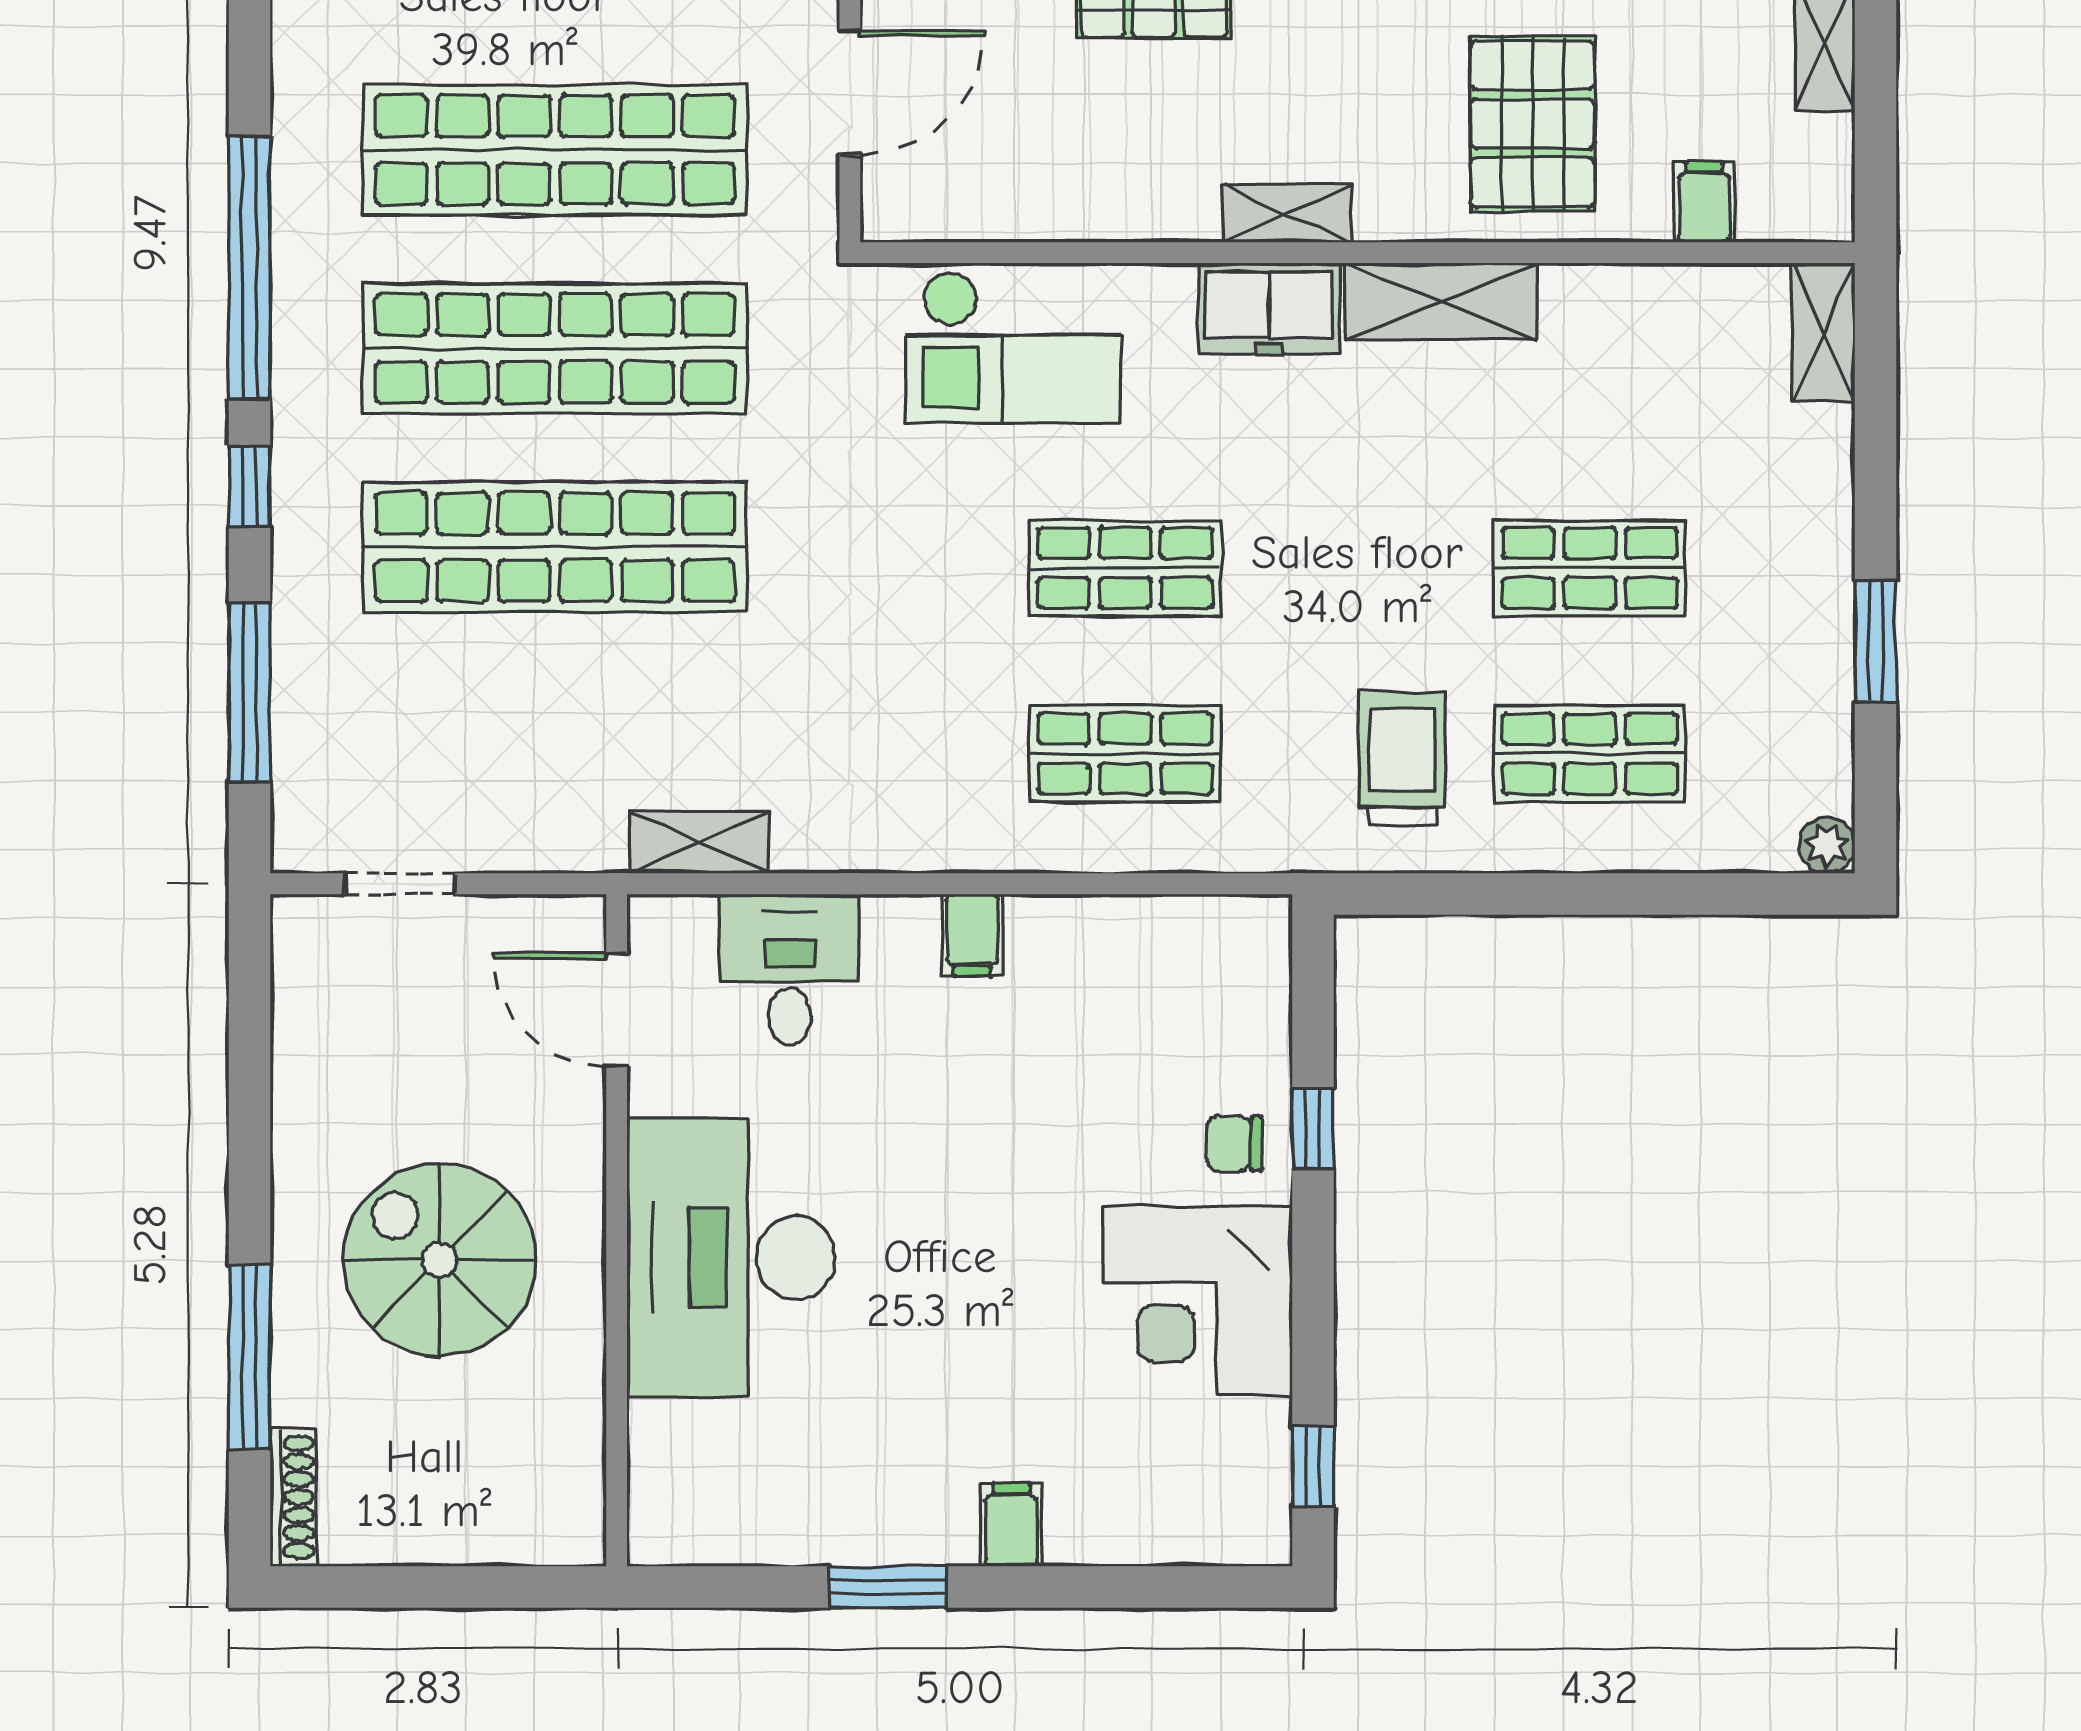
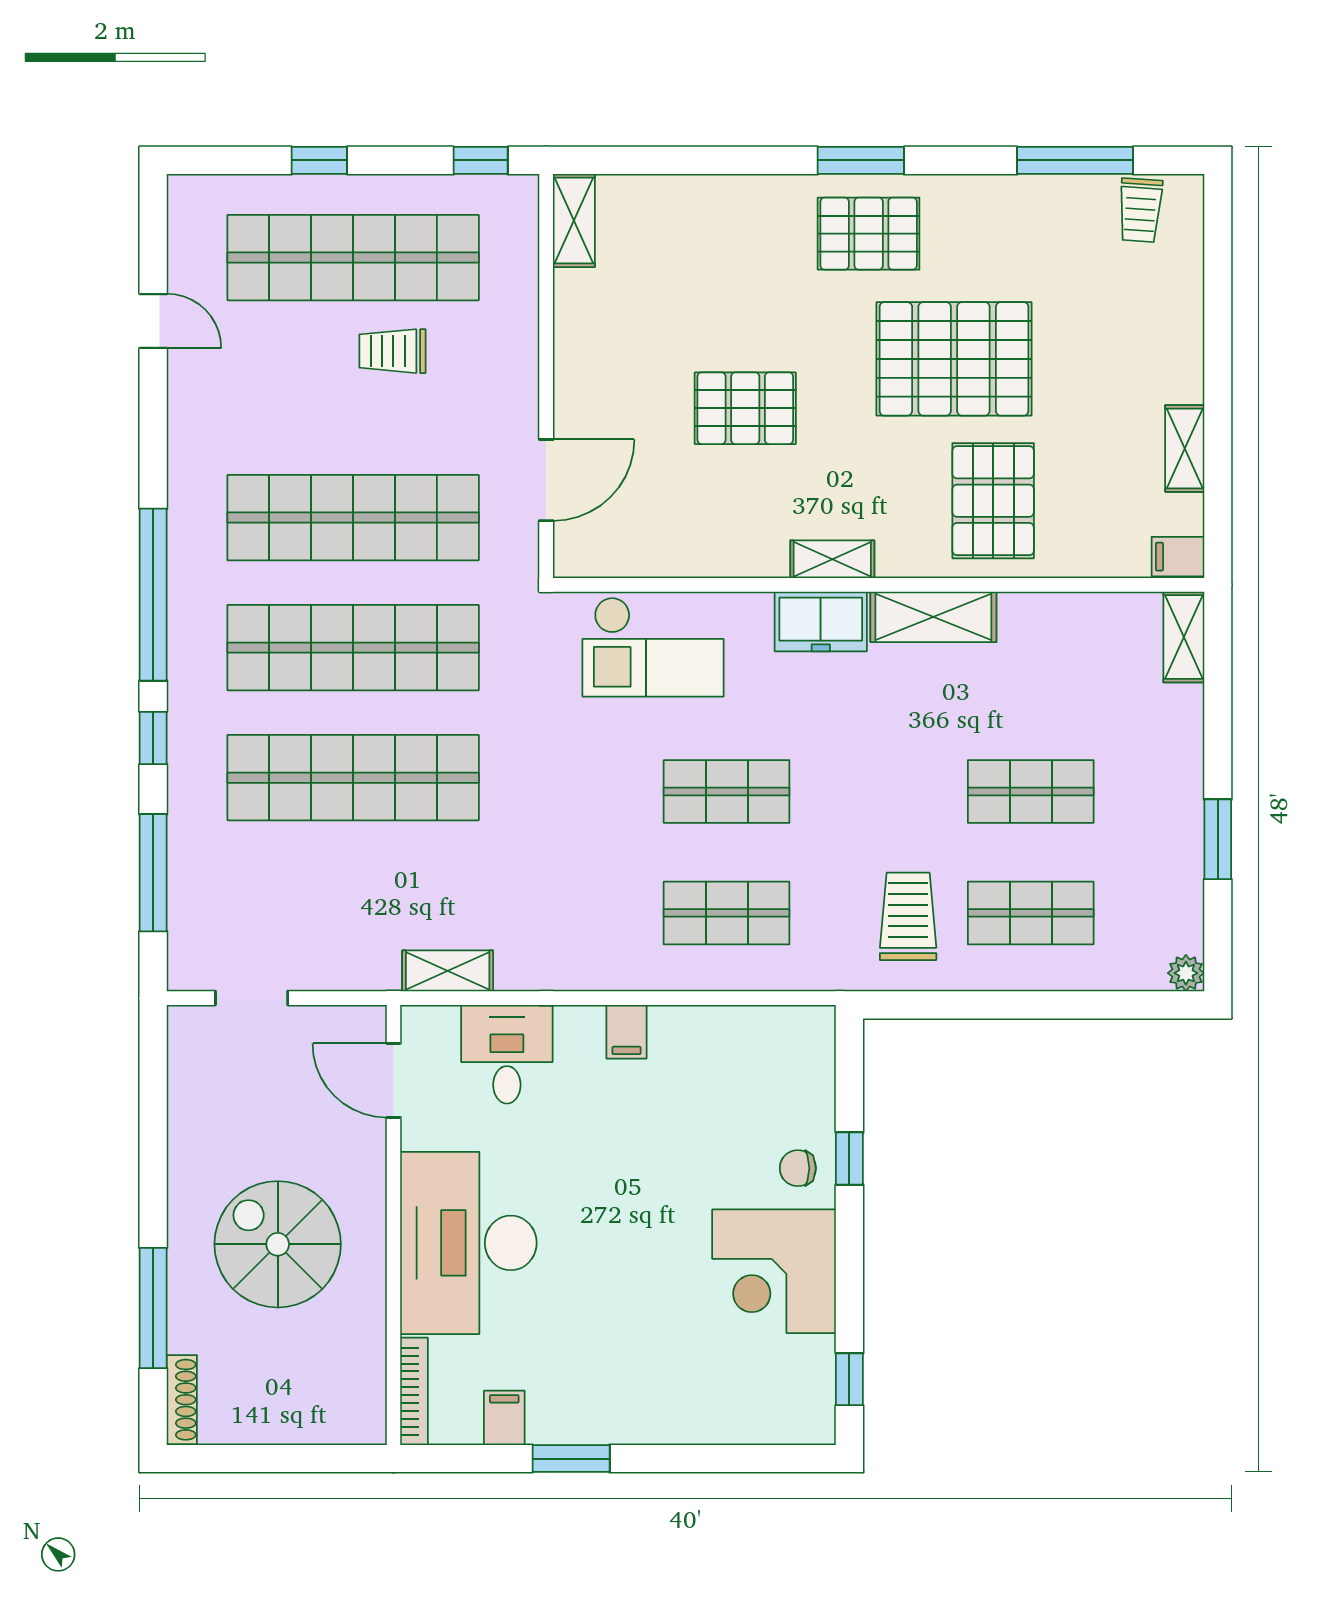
filing cabinet: (1704, 202) -> (1178, 557), moved, turned -90
bookcase: (648, 1484) -> (414, 1391), added
filing cabinet: (1011, 1525) -> (504, 1418), moved

